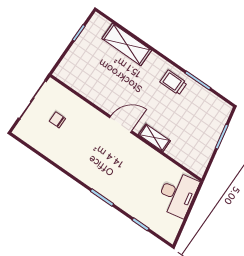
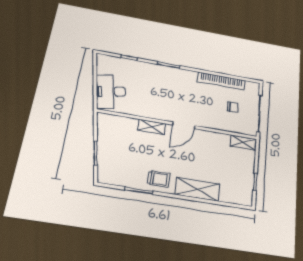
shelving: (127, 44) -> (197, 189), moved
shelving: (68, 77) -> (243, 143), added
bookcase: (54, 154) -> (221, 81), added

